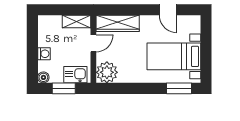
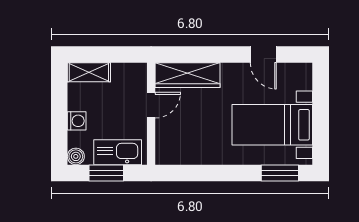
shelving: (77, 22) -> (89, 72), moved
plant: (107, 72) -> (171, 149), removed
kitchen sink: (75, 75) -> (118, 152), width x1.38

